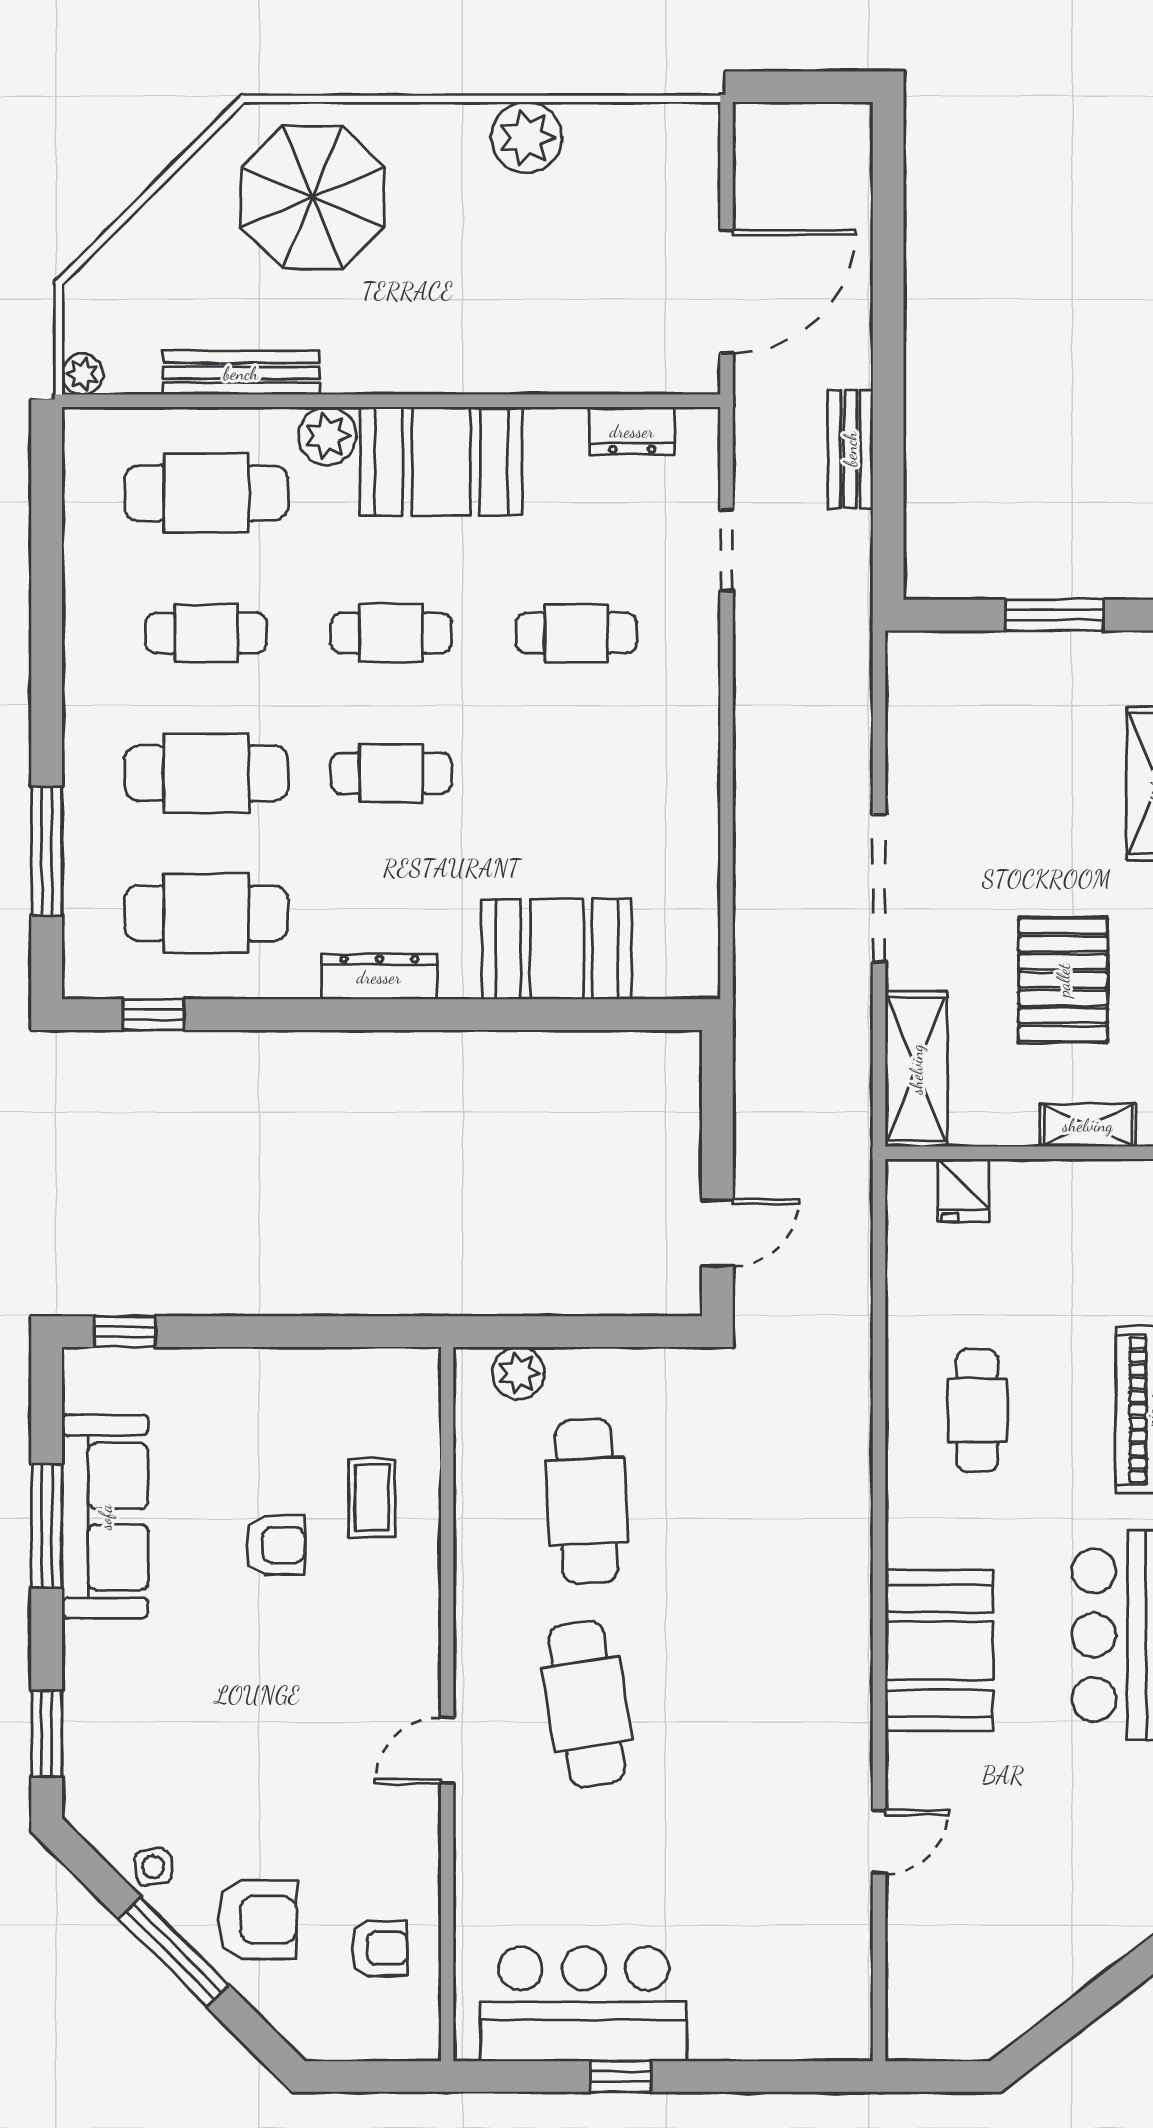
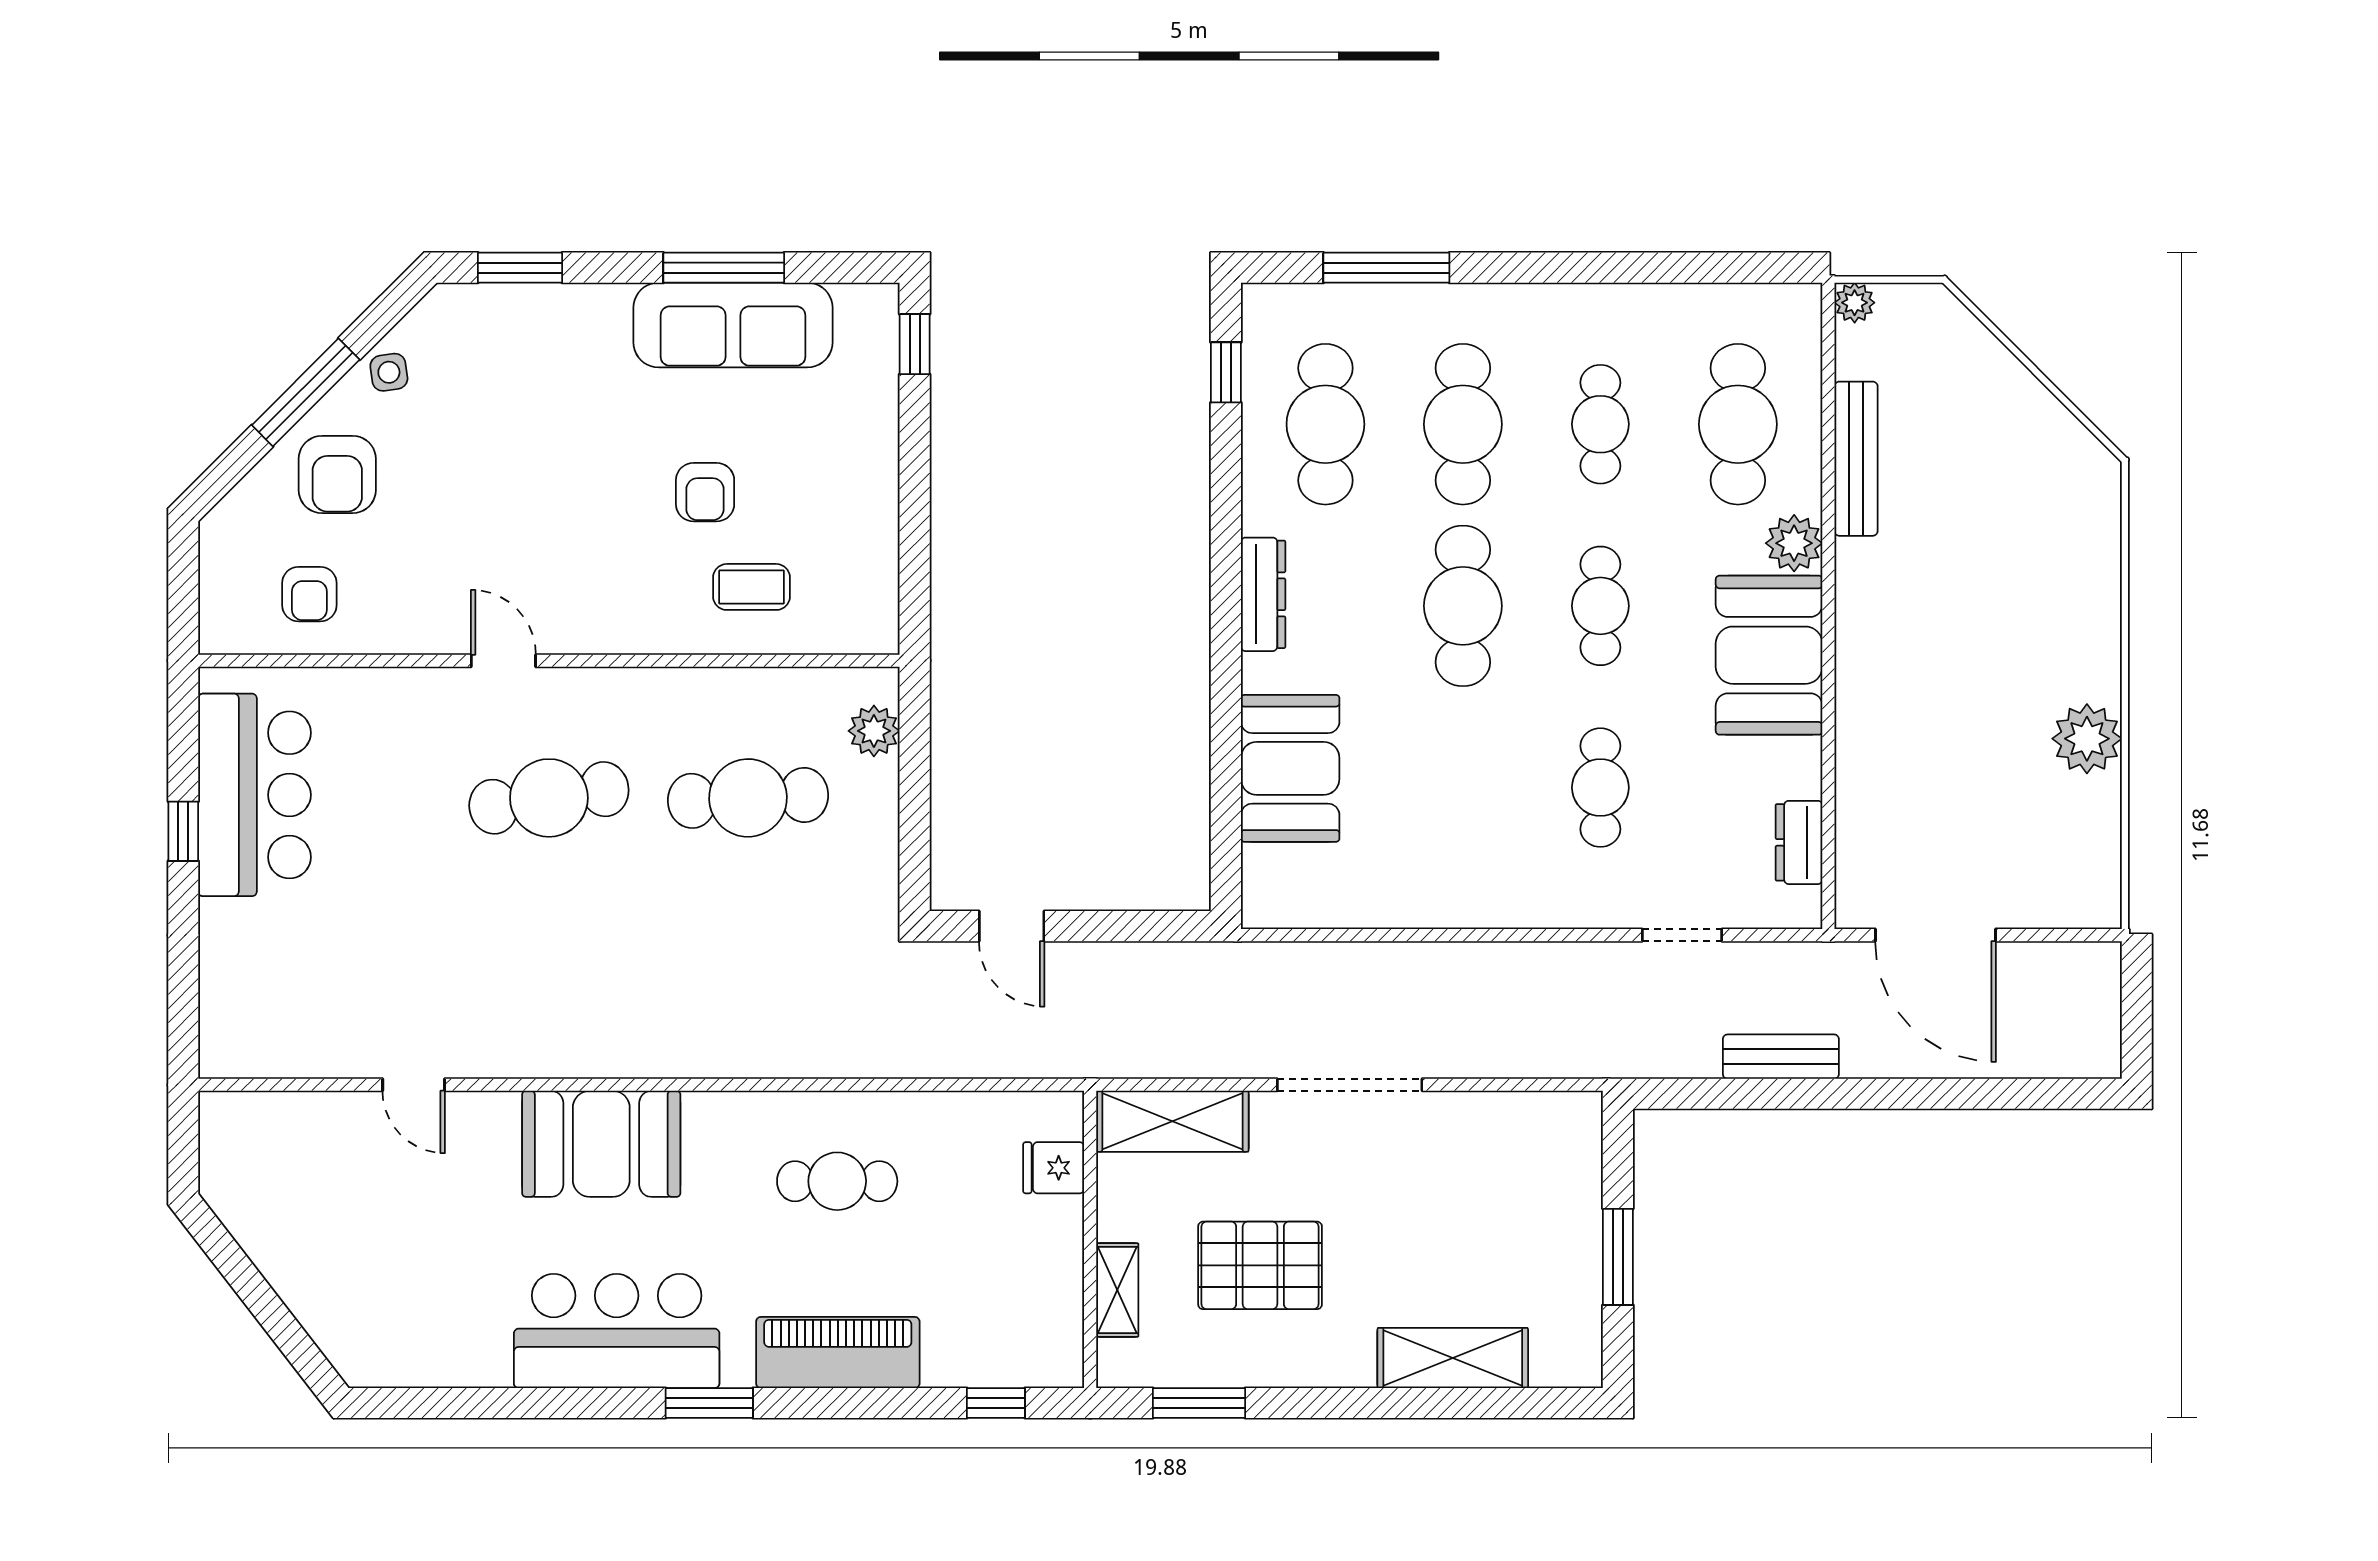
parasol: (313, 197) -> (2028, 529), removed
cafe table: (391, 773) -> (1463, 606), width x1.37, depth x1.35

